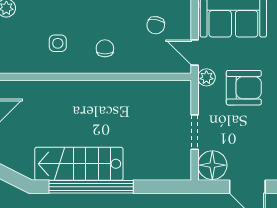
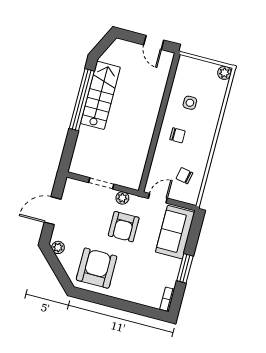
plant: (206, 77) -> (122, 198), moved
floor lamp: (212, 165) -> (75, 190), removed

